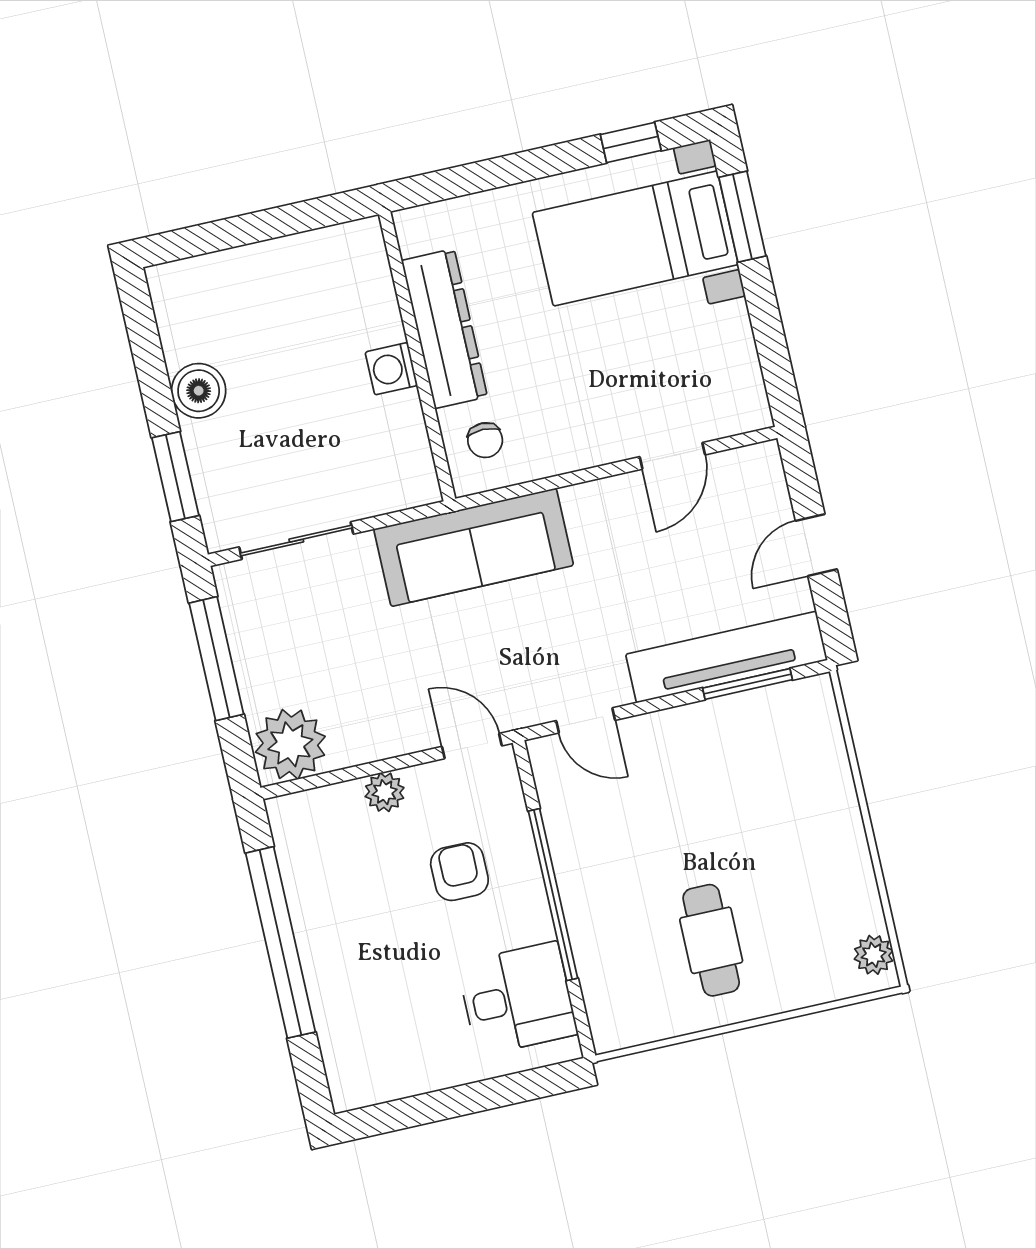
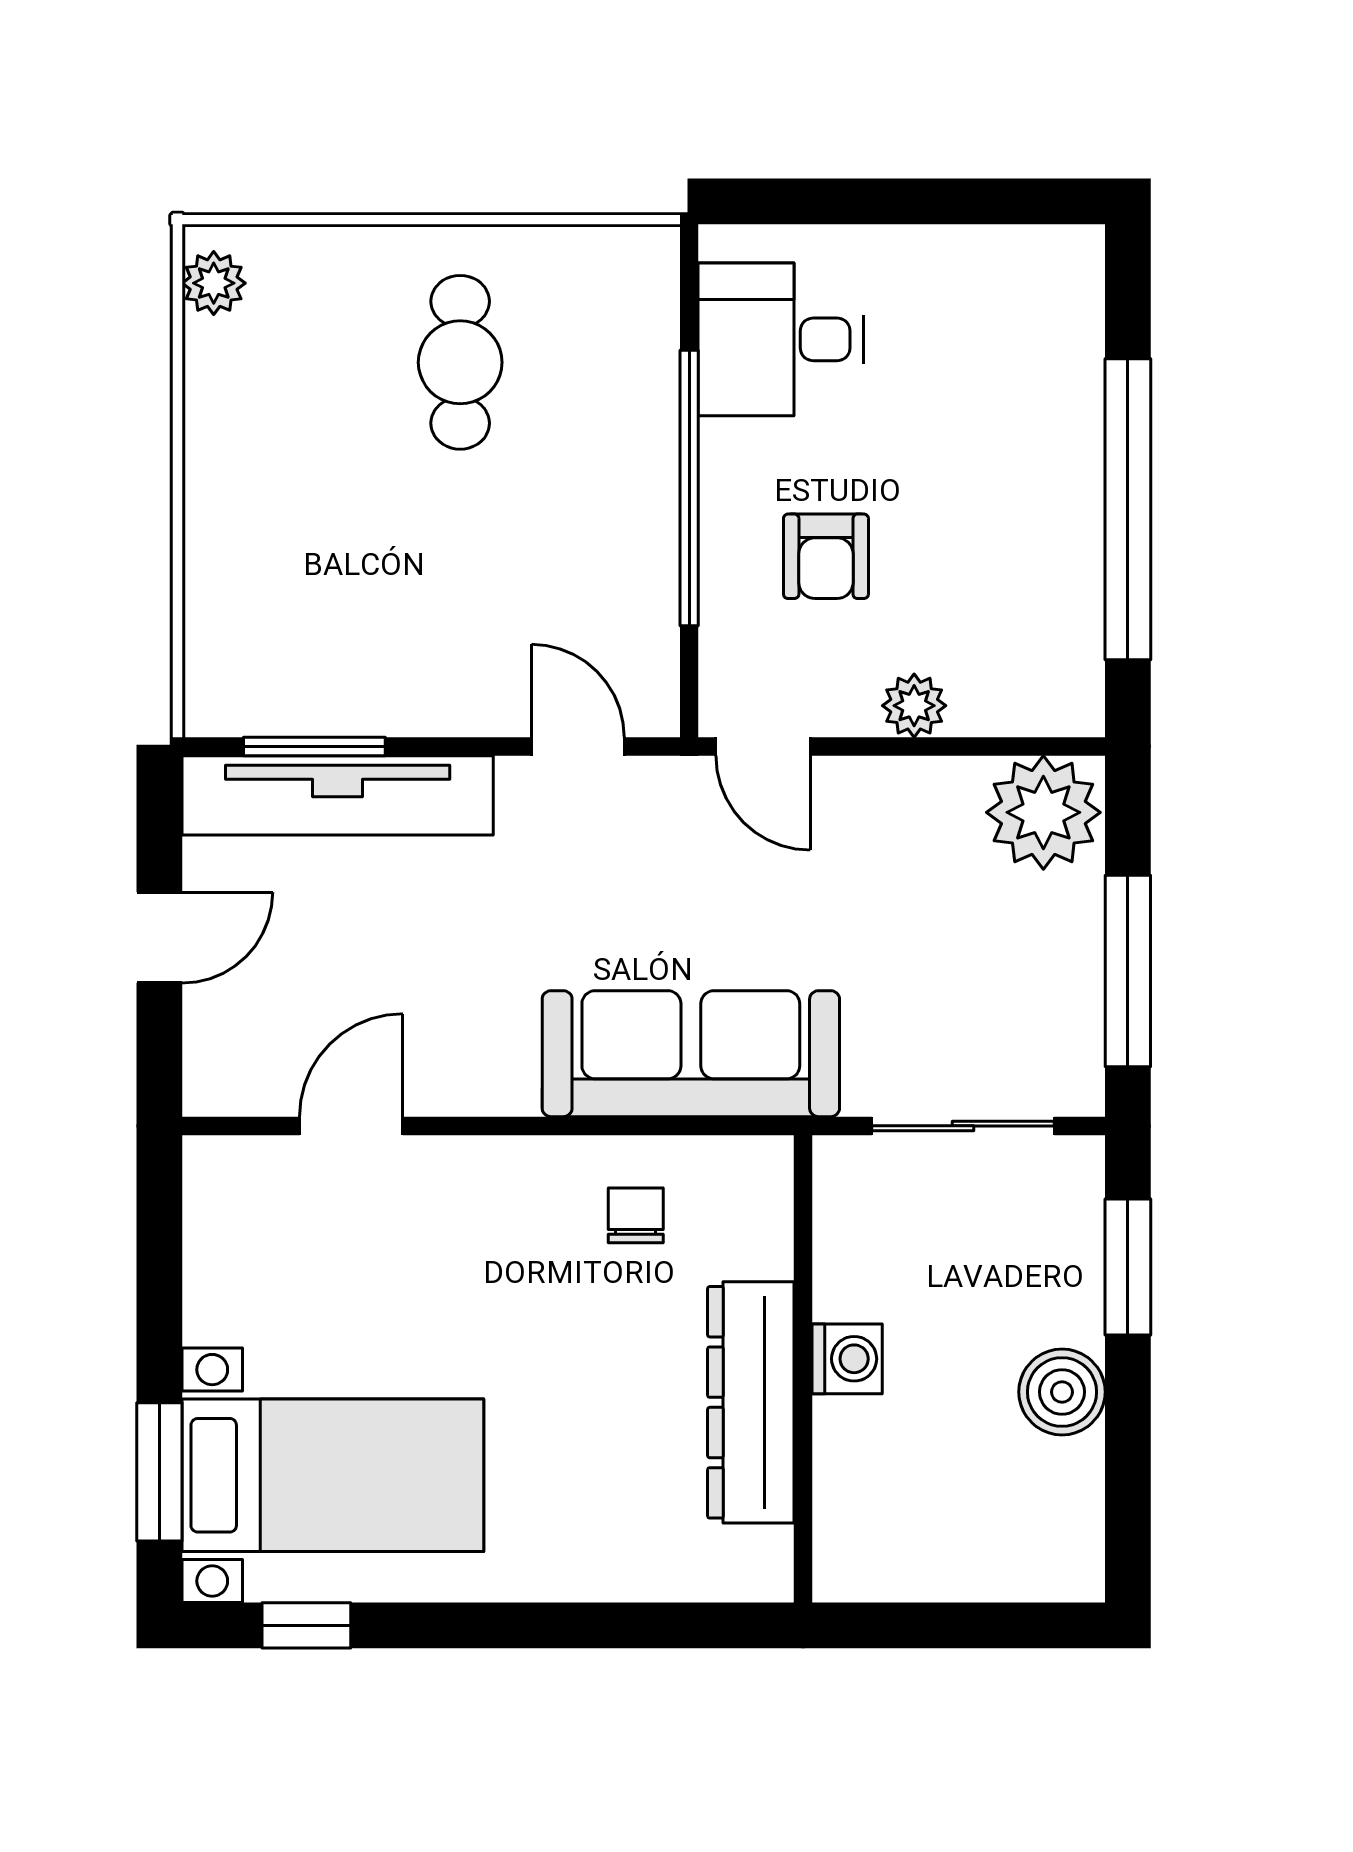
dresser: (444, 329) -> (751, 1402), moved
wall: (417, 356) -> (803, 1369), moved
washing machine: (391, 369) -> (847, 1359), moved

